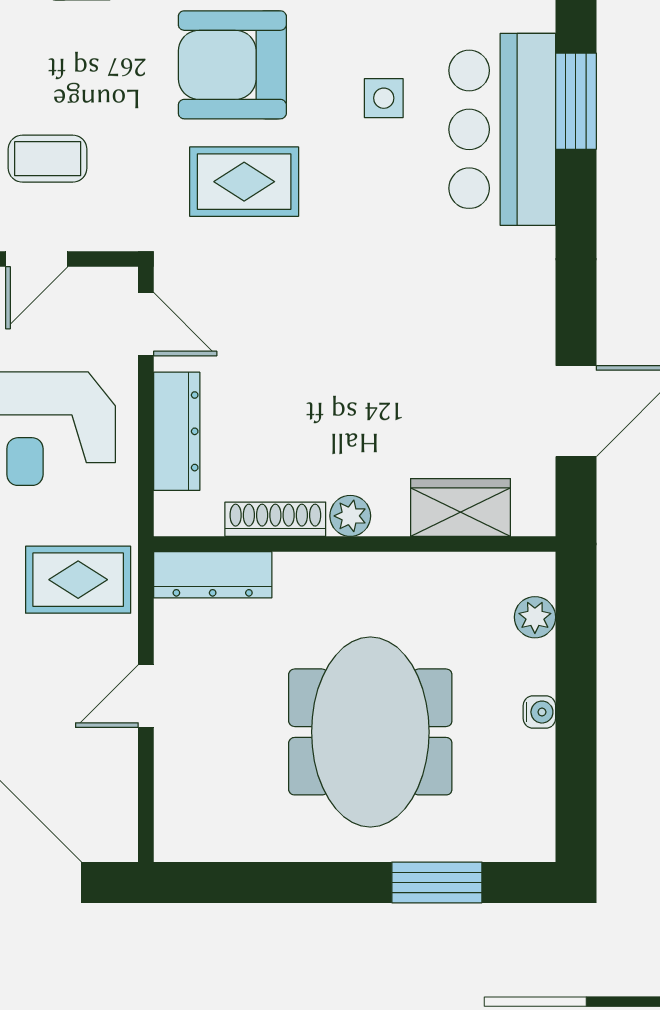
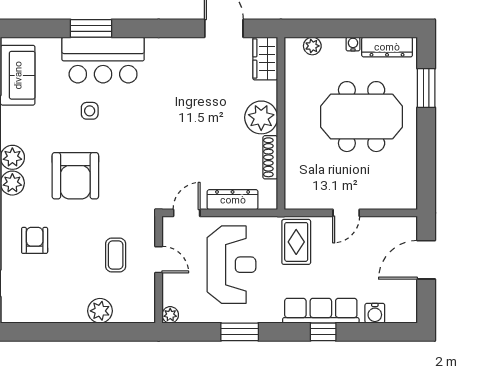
rug: (244, 182) -> (125, 171), removed
wardrobe: (460, 507) -> (265, 59), moved
plant: (350, 516) -> (261, 117), width x1.87, depth x1.87
dresser: (213, 575) -> (387, 47), moved, turned 90
door: (146, 696) -> (346, 213), hinge flipped

